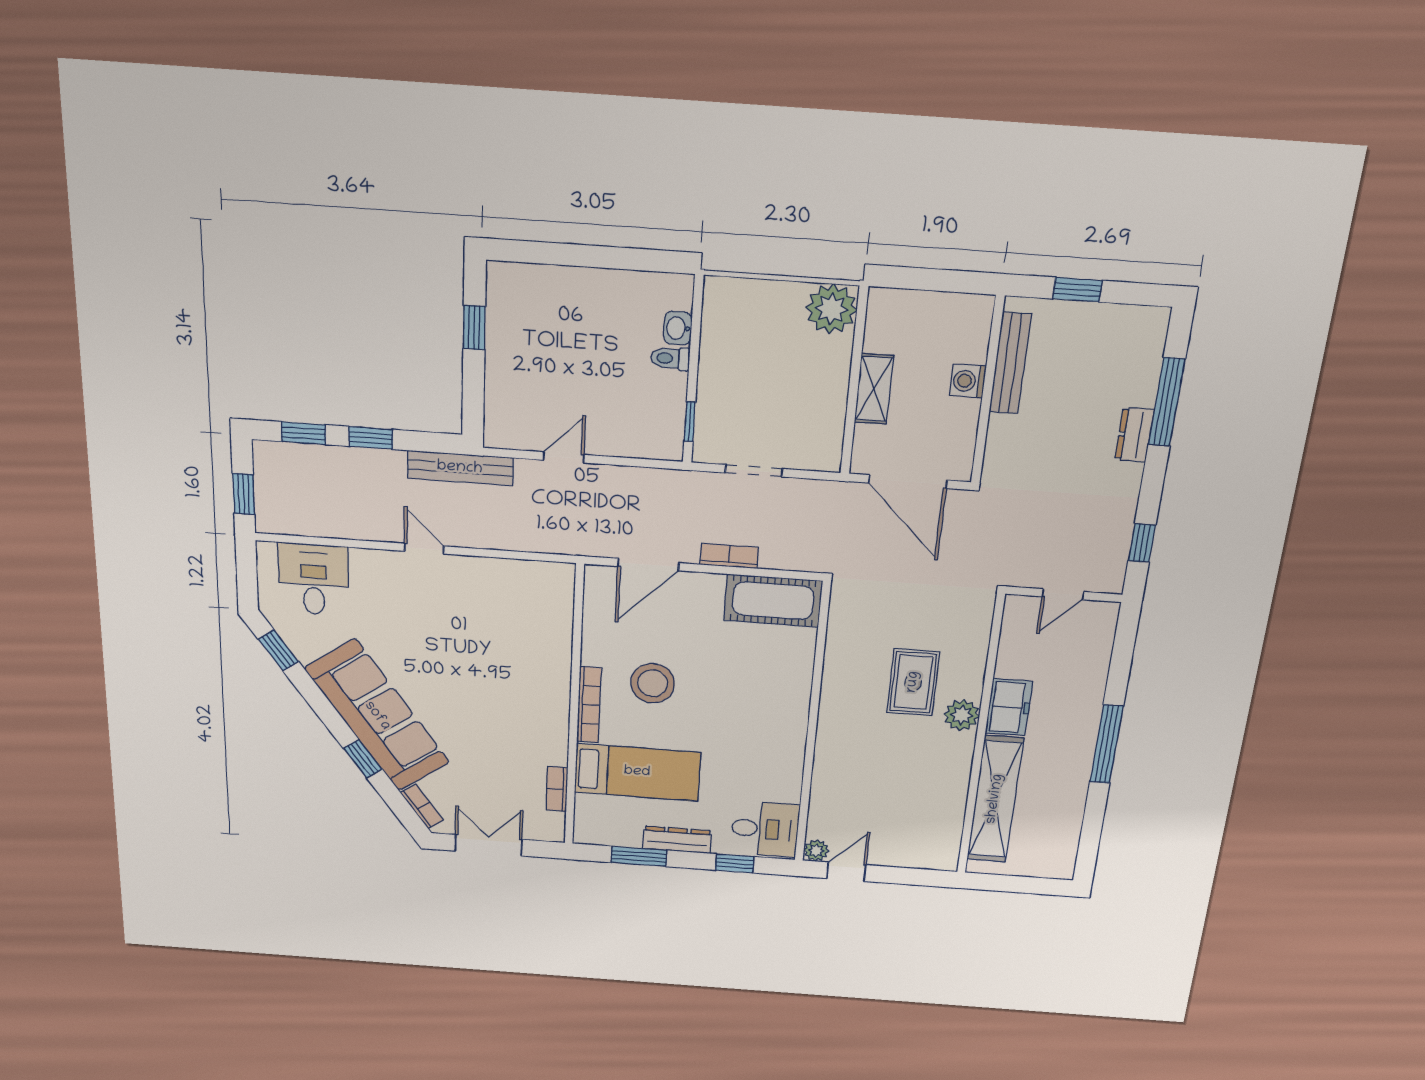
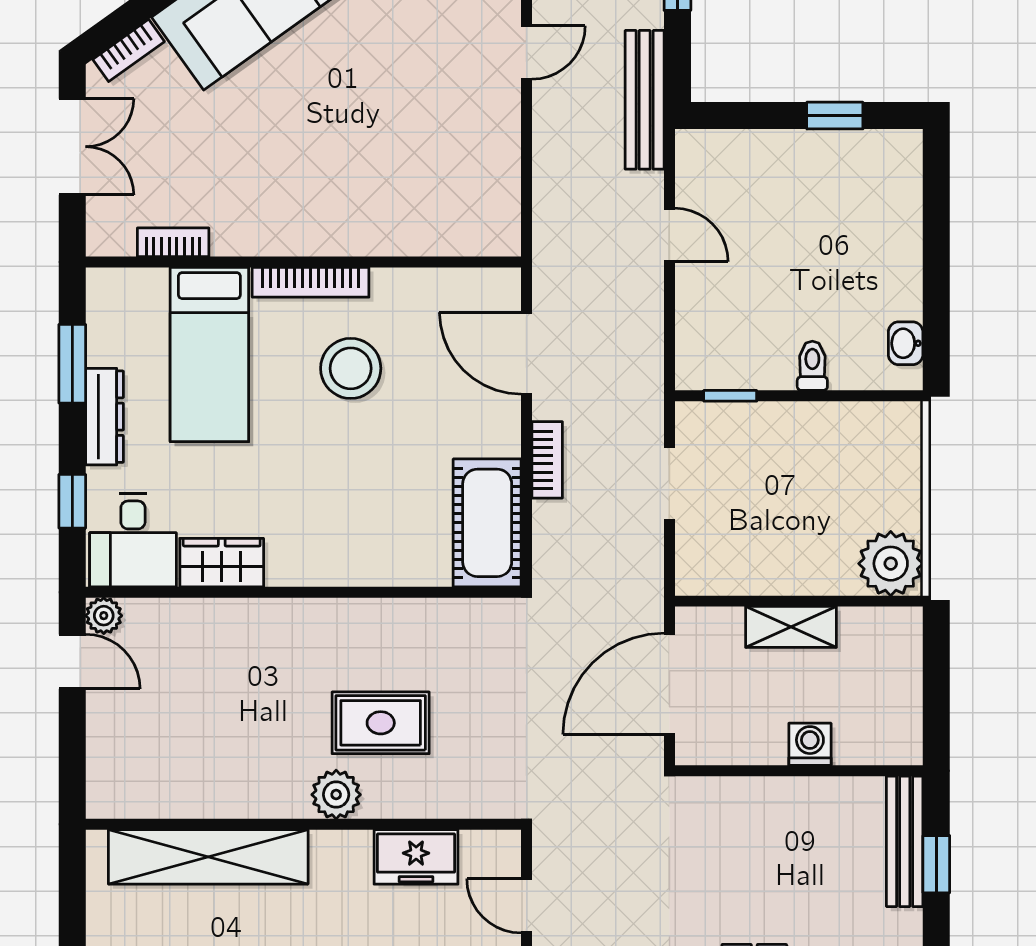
washbasin: (678, 328) -> (906, 343), moved, turned -90
bench: (1010, 363) -> (905, 841), moved, turned 90
freezer: (1009, 707) -> (416, 857), moved
wardrobe: (786, 776) -> (222, 563), added

